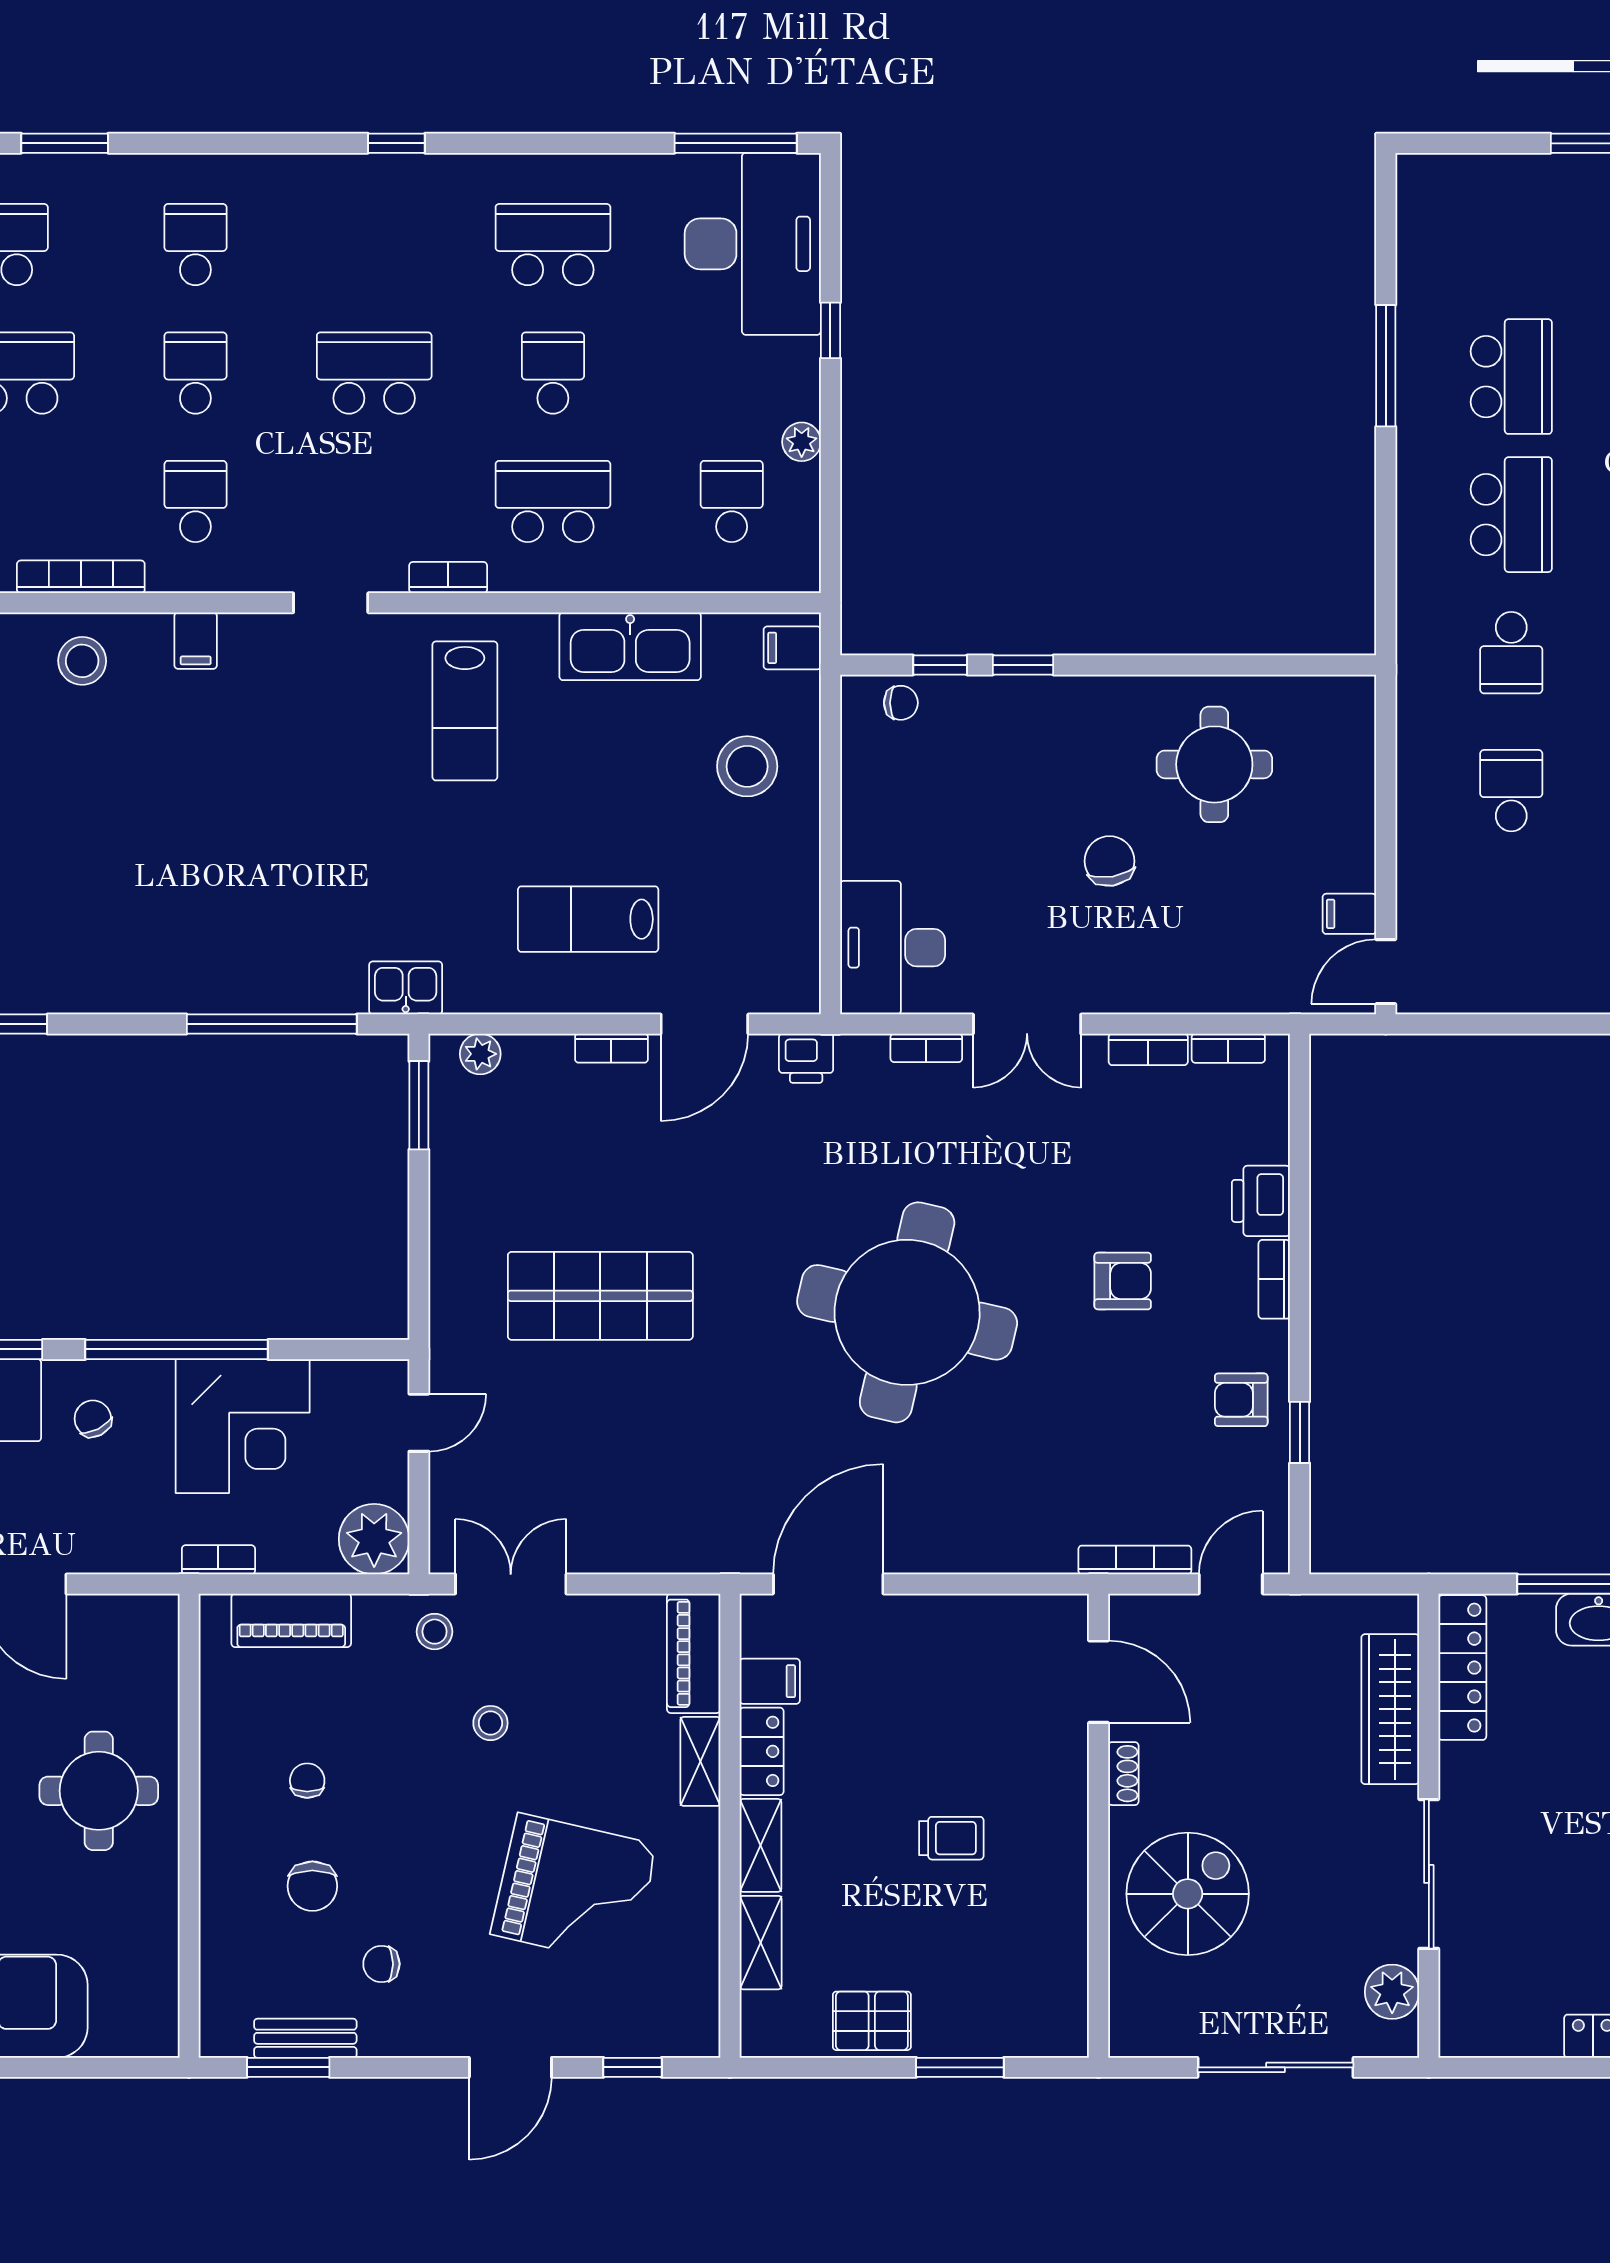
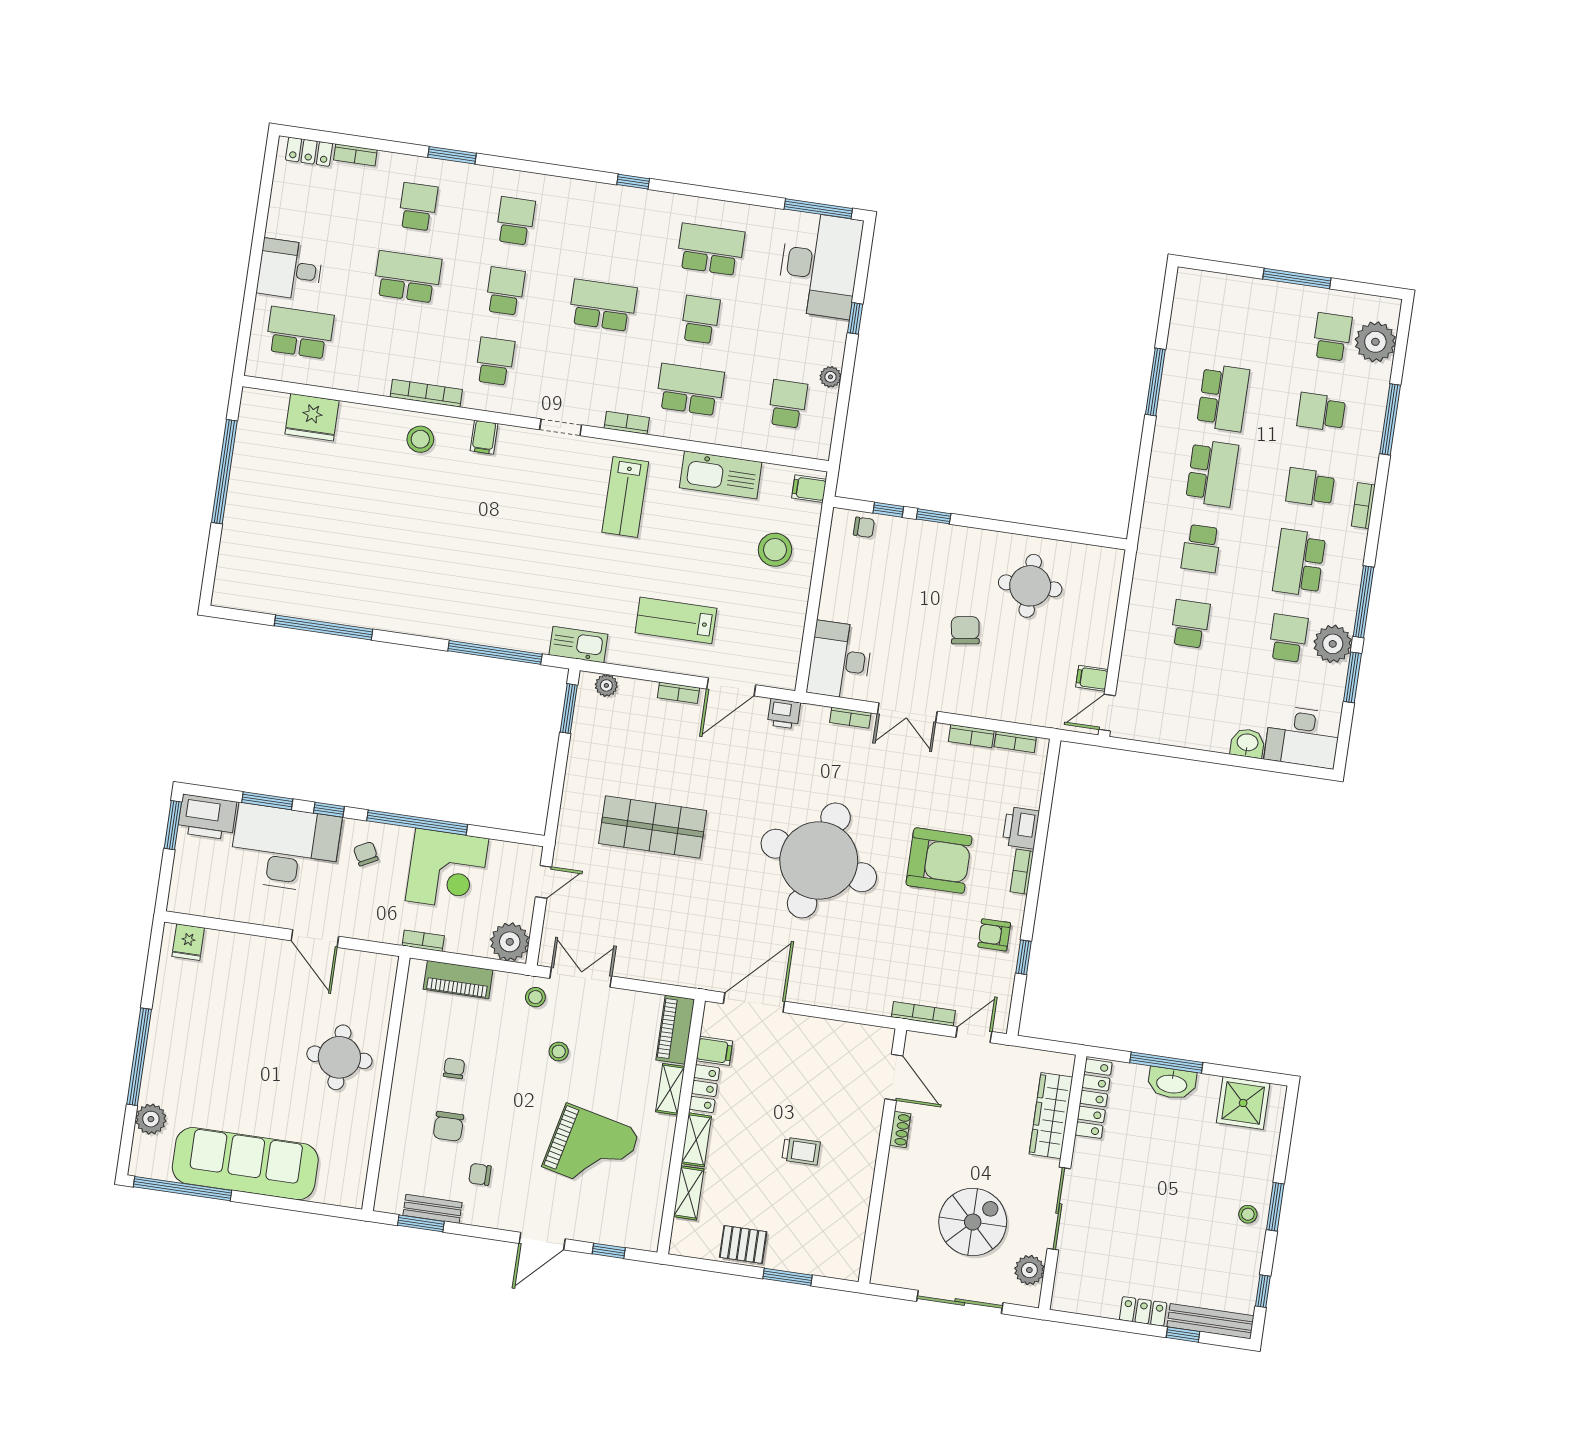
kitchen sink: (406, 988) -> (578, 645), width x1.38
armchair: (1123, 1281) -> (939, 861), width x1.88, depth x1.88
spiral stairs: (1188, 1894) -> (973, 1222), moved

